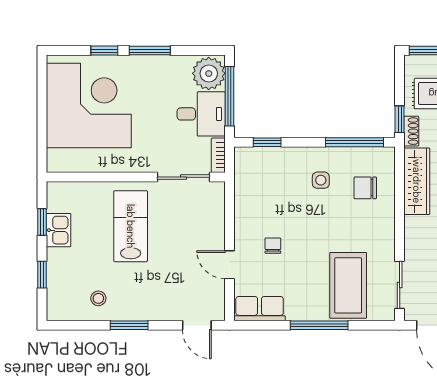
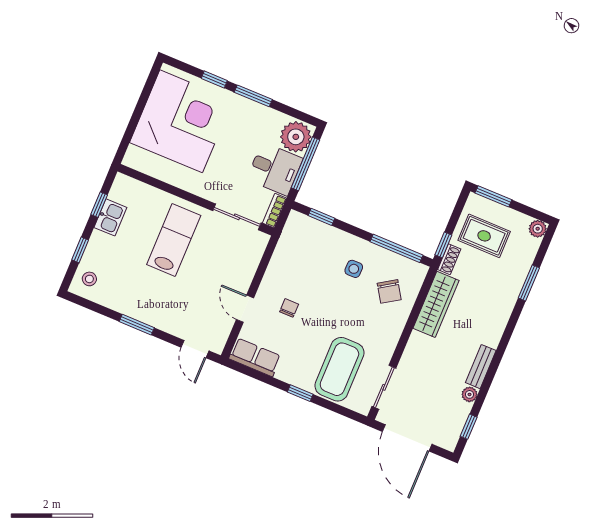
chair: (365, 188) -> (389, 291), turned -123
stool: (98, 298) -> (89, 279), moved
window: (319, 325) -> (300, 393), width x0.46

